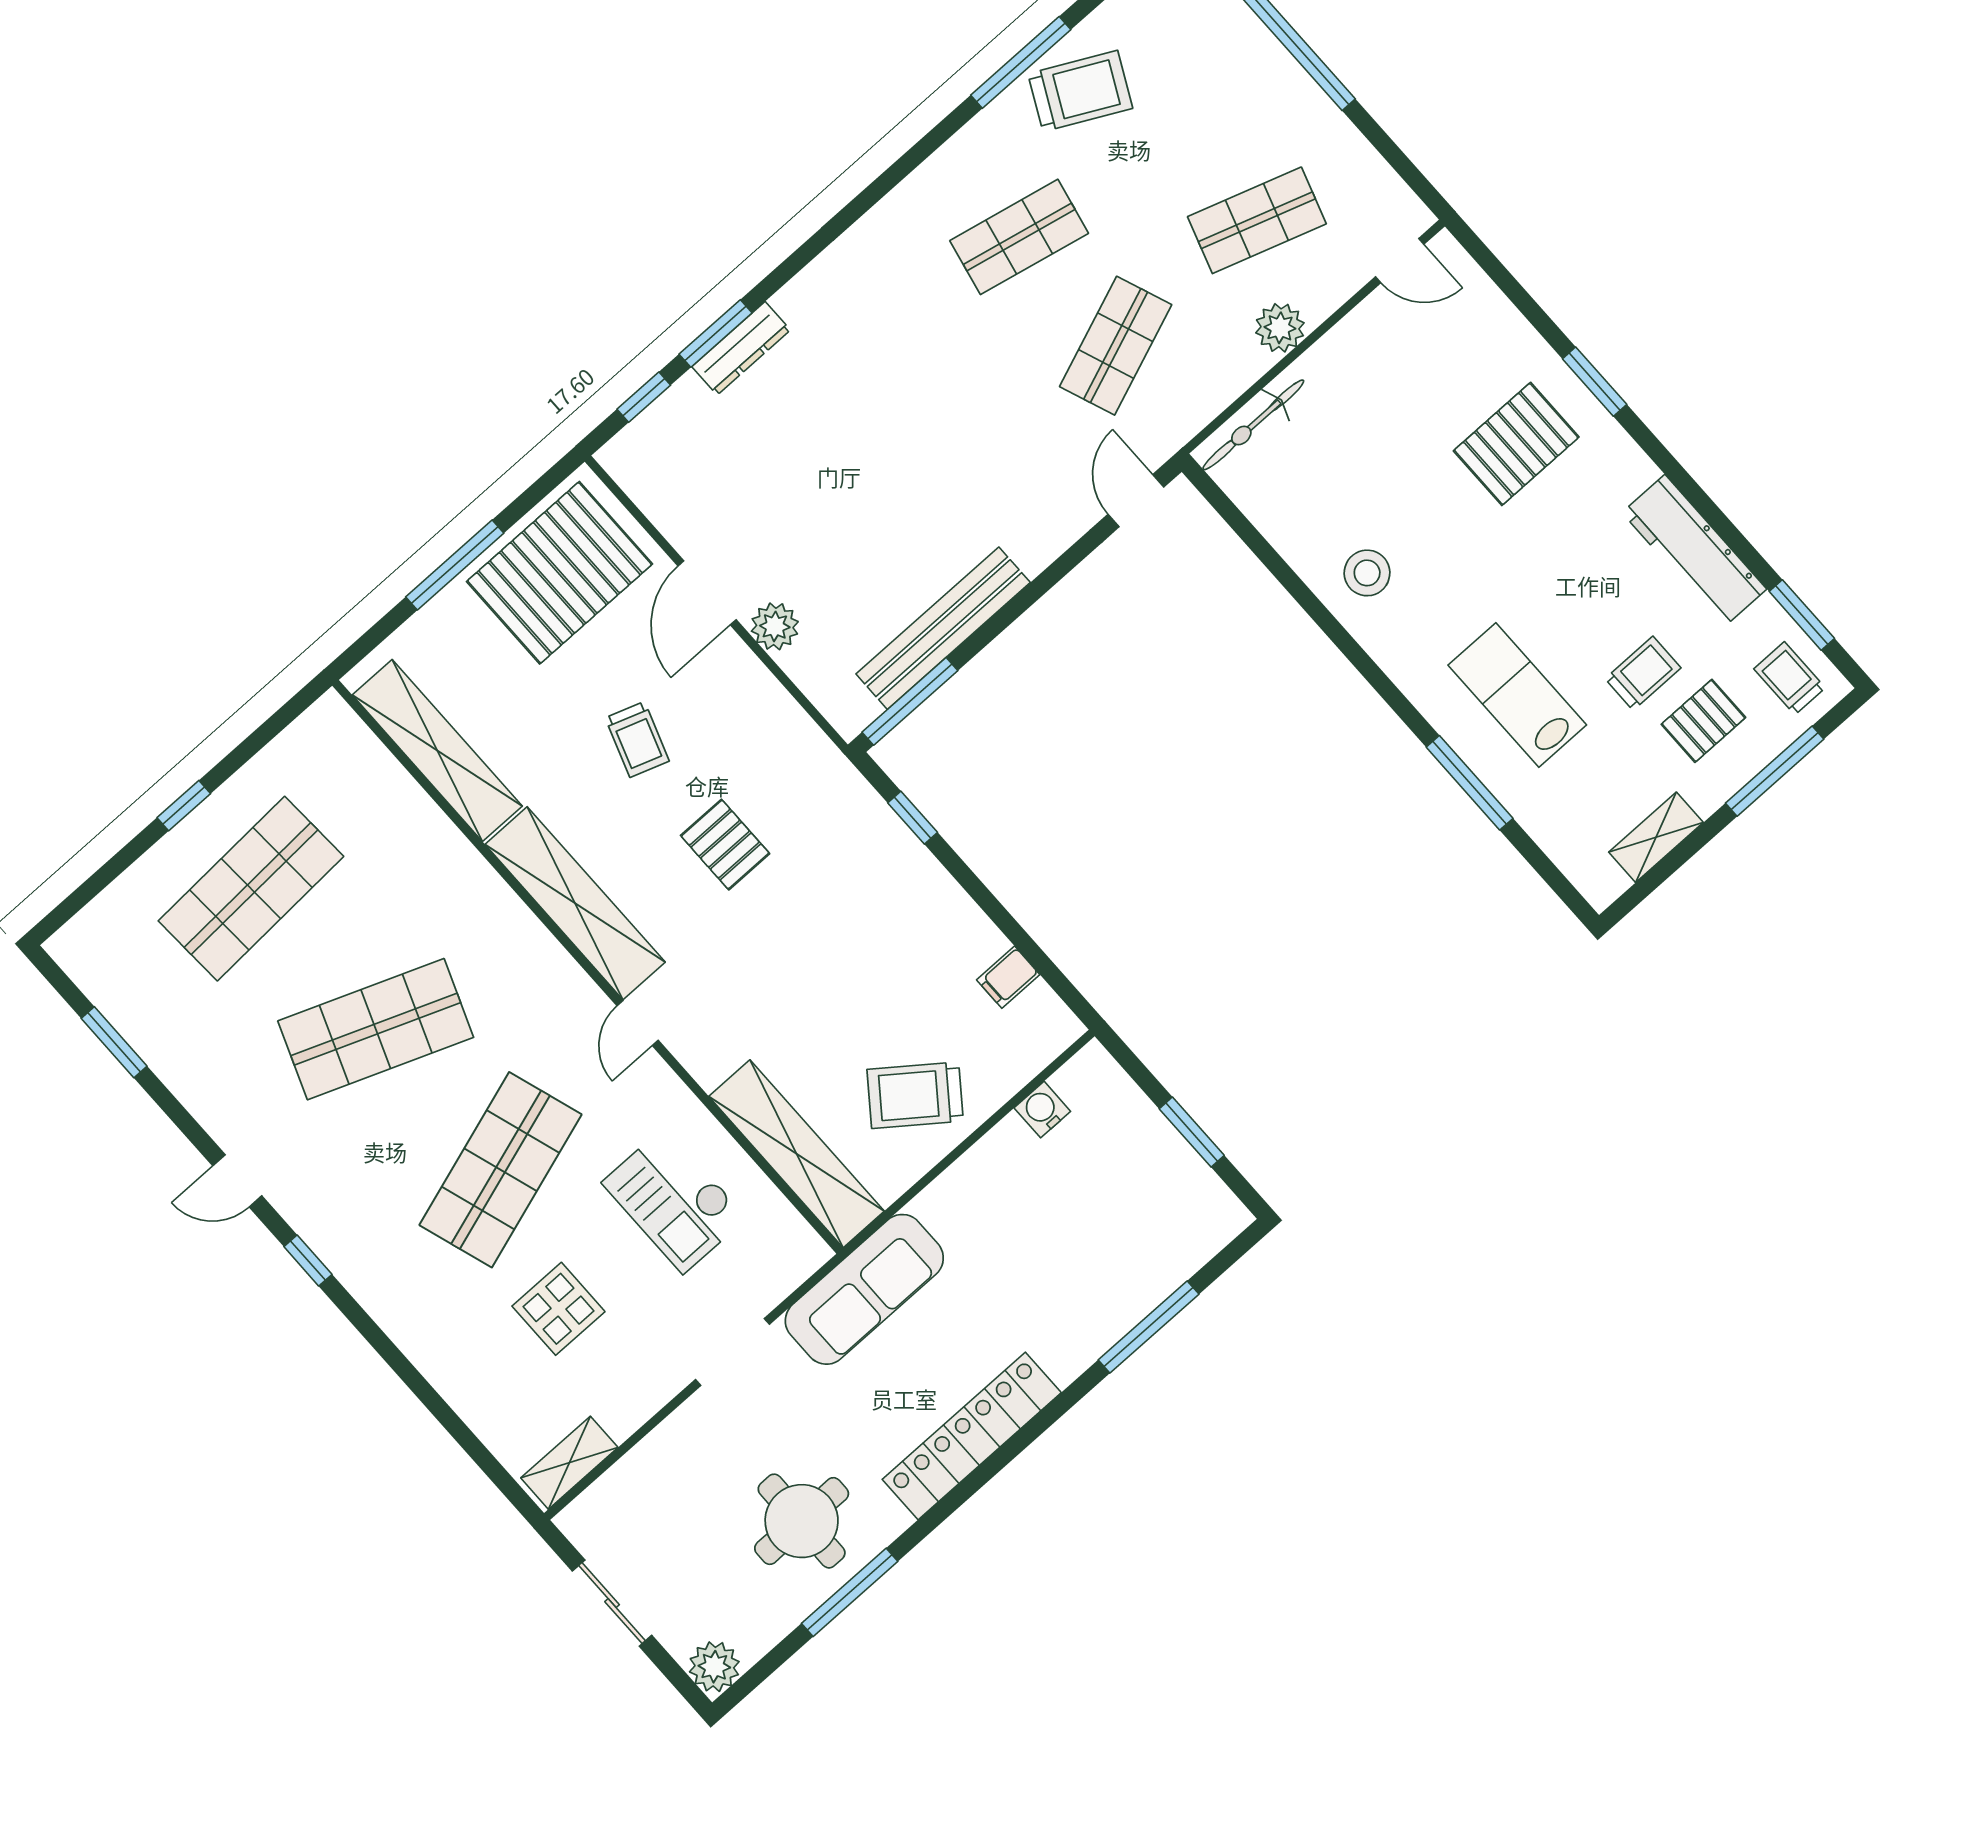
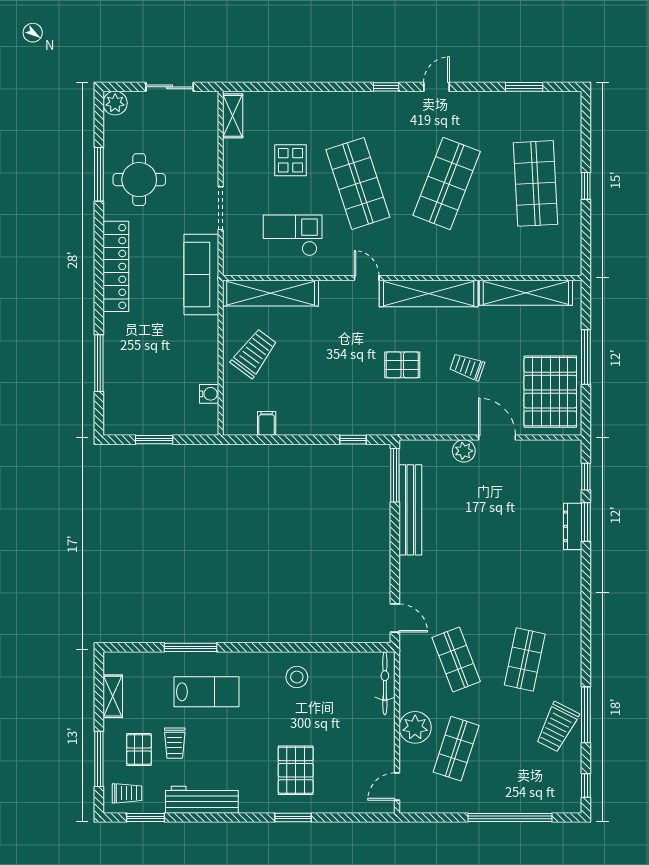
plant: (1280, 328) -> (415, 727), width x1.36, depth x1.36

